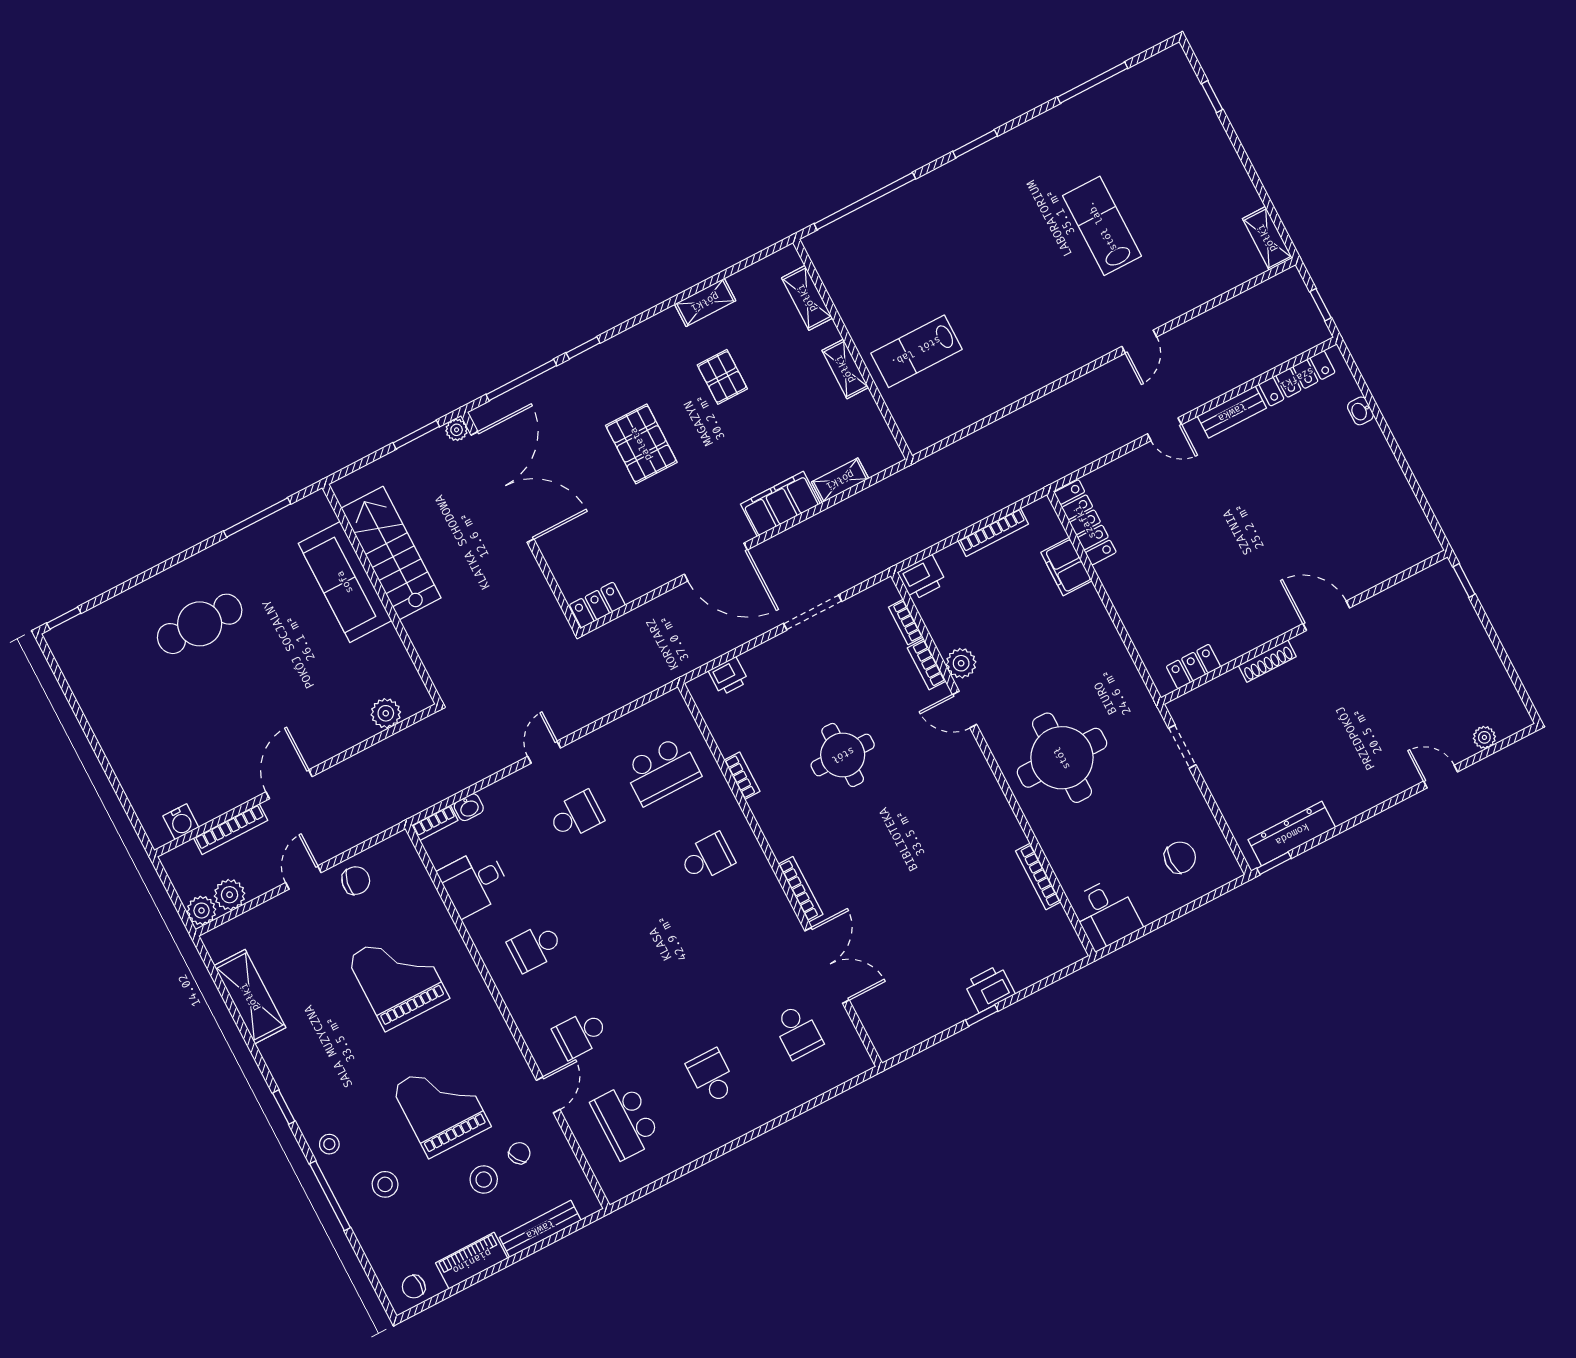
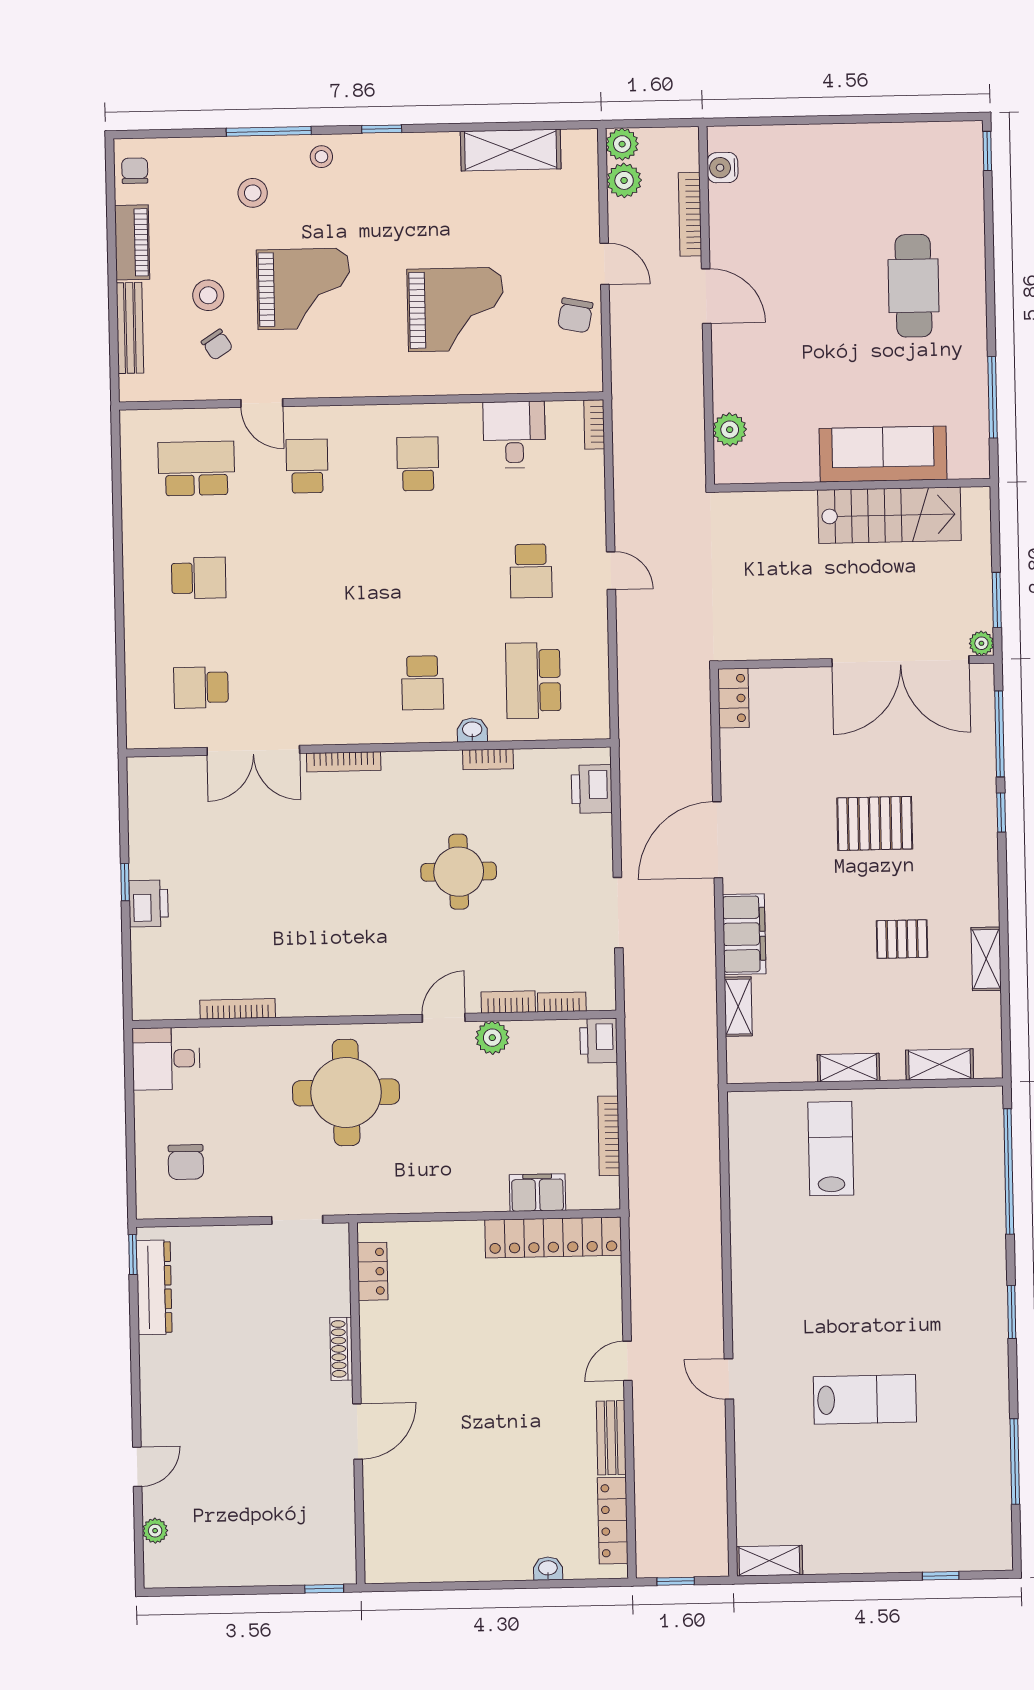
locker: (1085, 522) -> (553, 1238), width x1.41, depth x1.21
printer: (728, 676) -> (592, 789), width x1.36, depth x1.24
washbasin: (469, 807) -> (472, 730), moved, turned 90

